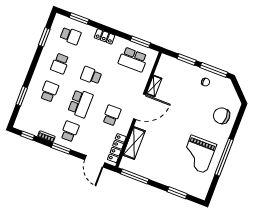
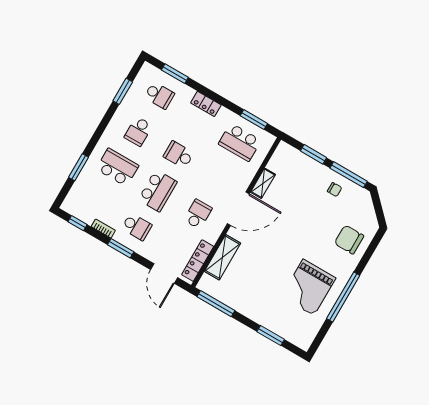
school desk: (49, 92) -> (117, 167), width x1.85
school desk: (70, 131) -> (137, 227), turned 90

